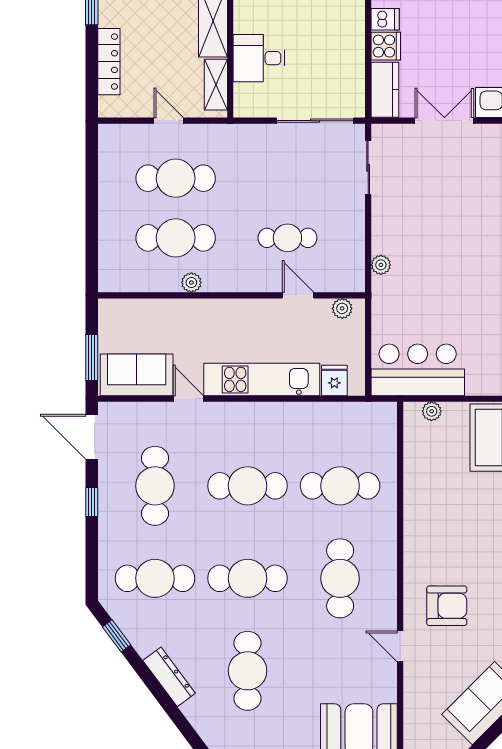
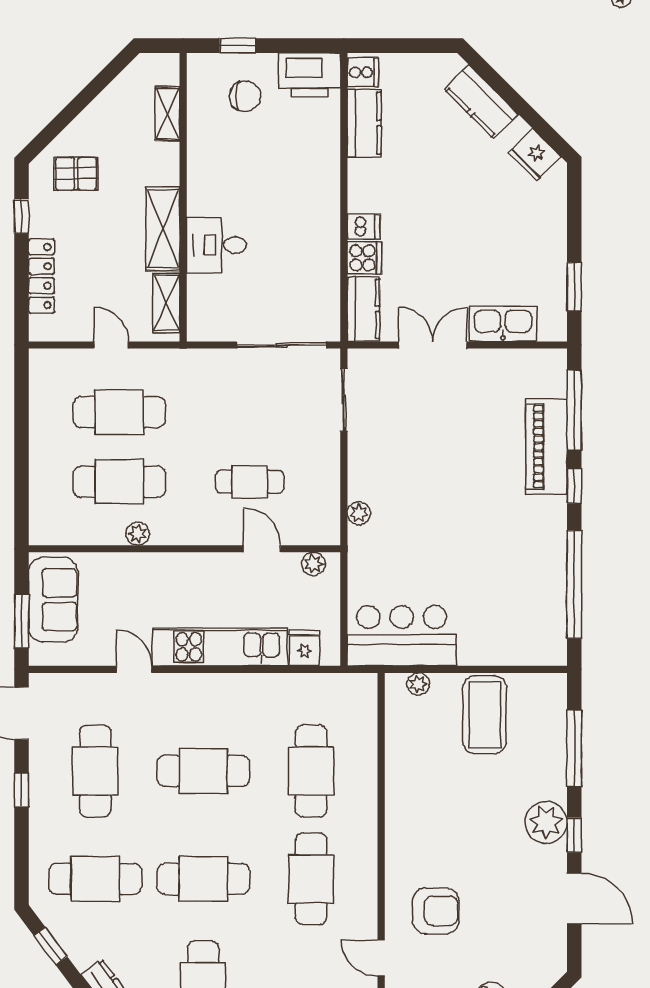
desk: (259, 58) -> (217, 245), moved
sofa: (137, 375) -> (53, 600), moved, turned 90
cafe table: (340, 486) -> (311, 771), turned 90

